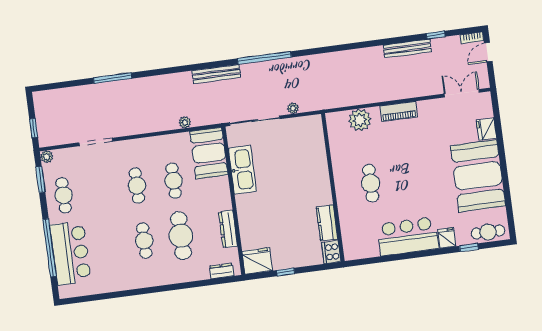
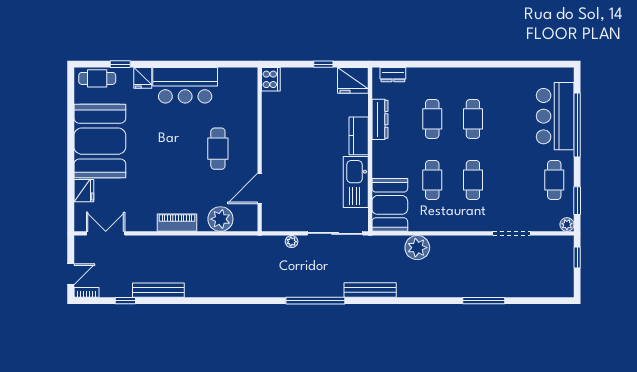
double door: (462, 93) -> (106, 233), swing flipped
plant: (185, 122) -> (417, 248), width x1.88, depth x1.88
door: (328, 152) -> (260, 188), added
kitchen counter: (327, 223) -> (359, 136), moved, turned 180
cafe table: (181, 236) -> (432, 119), width x0.73, depth x0.74

